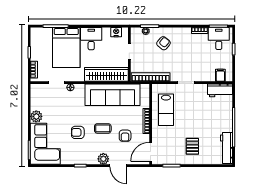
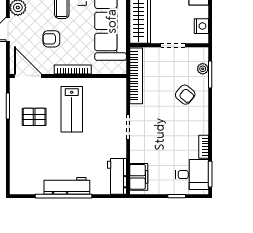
filing cabinet: (220, 75) -> (139, 177), width x2.00
lab bench: (166, 110) -> (72, 109), moved, turned -90
pallet: (192, 146) -> (34, 117), moved
workbench: (227, 148) -> (67, 186), moved

